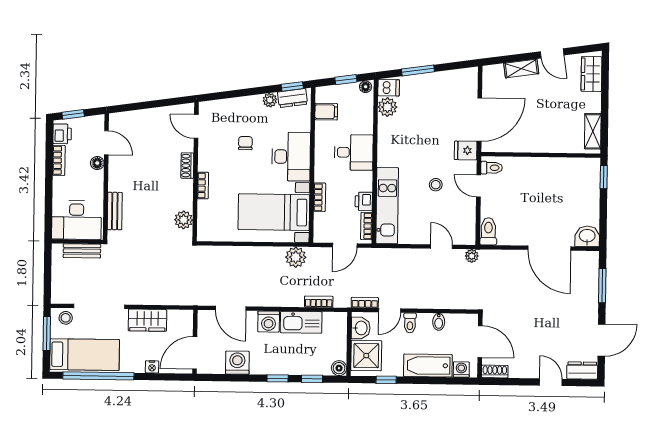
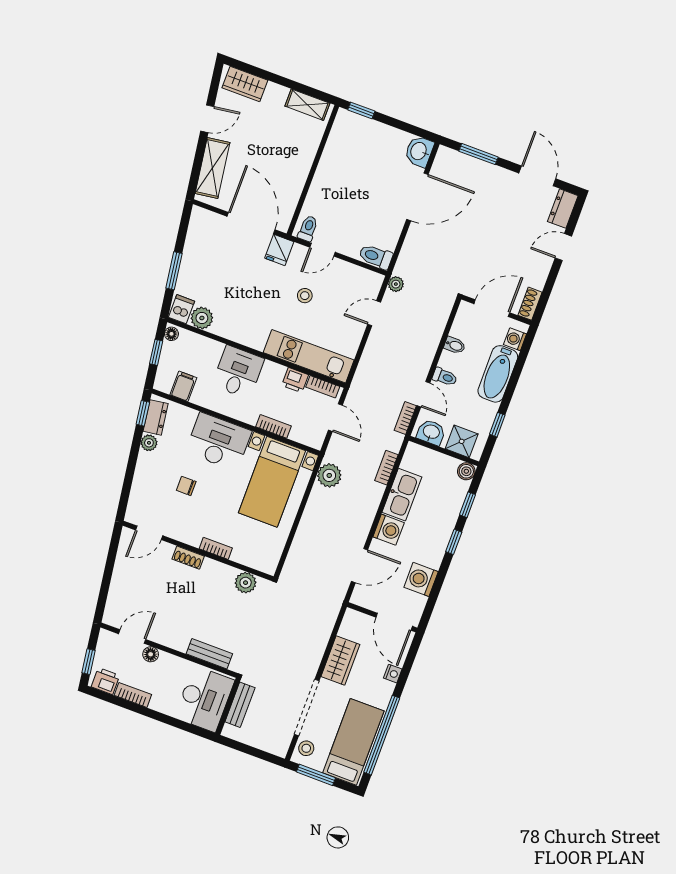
shelving: (521, 68) -> (213, 168), width x1.50, depth x1.33
shower: (366, 356) -> (462, 441), width x0.73, depth x0.73

